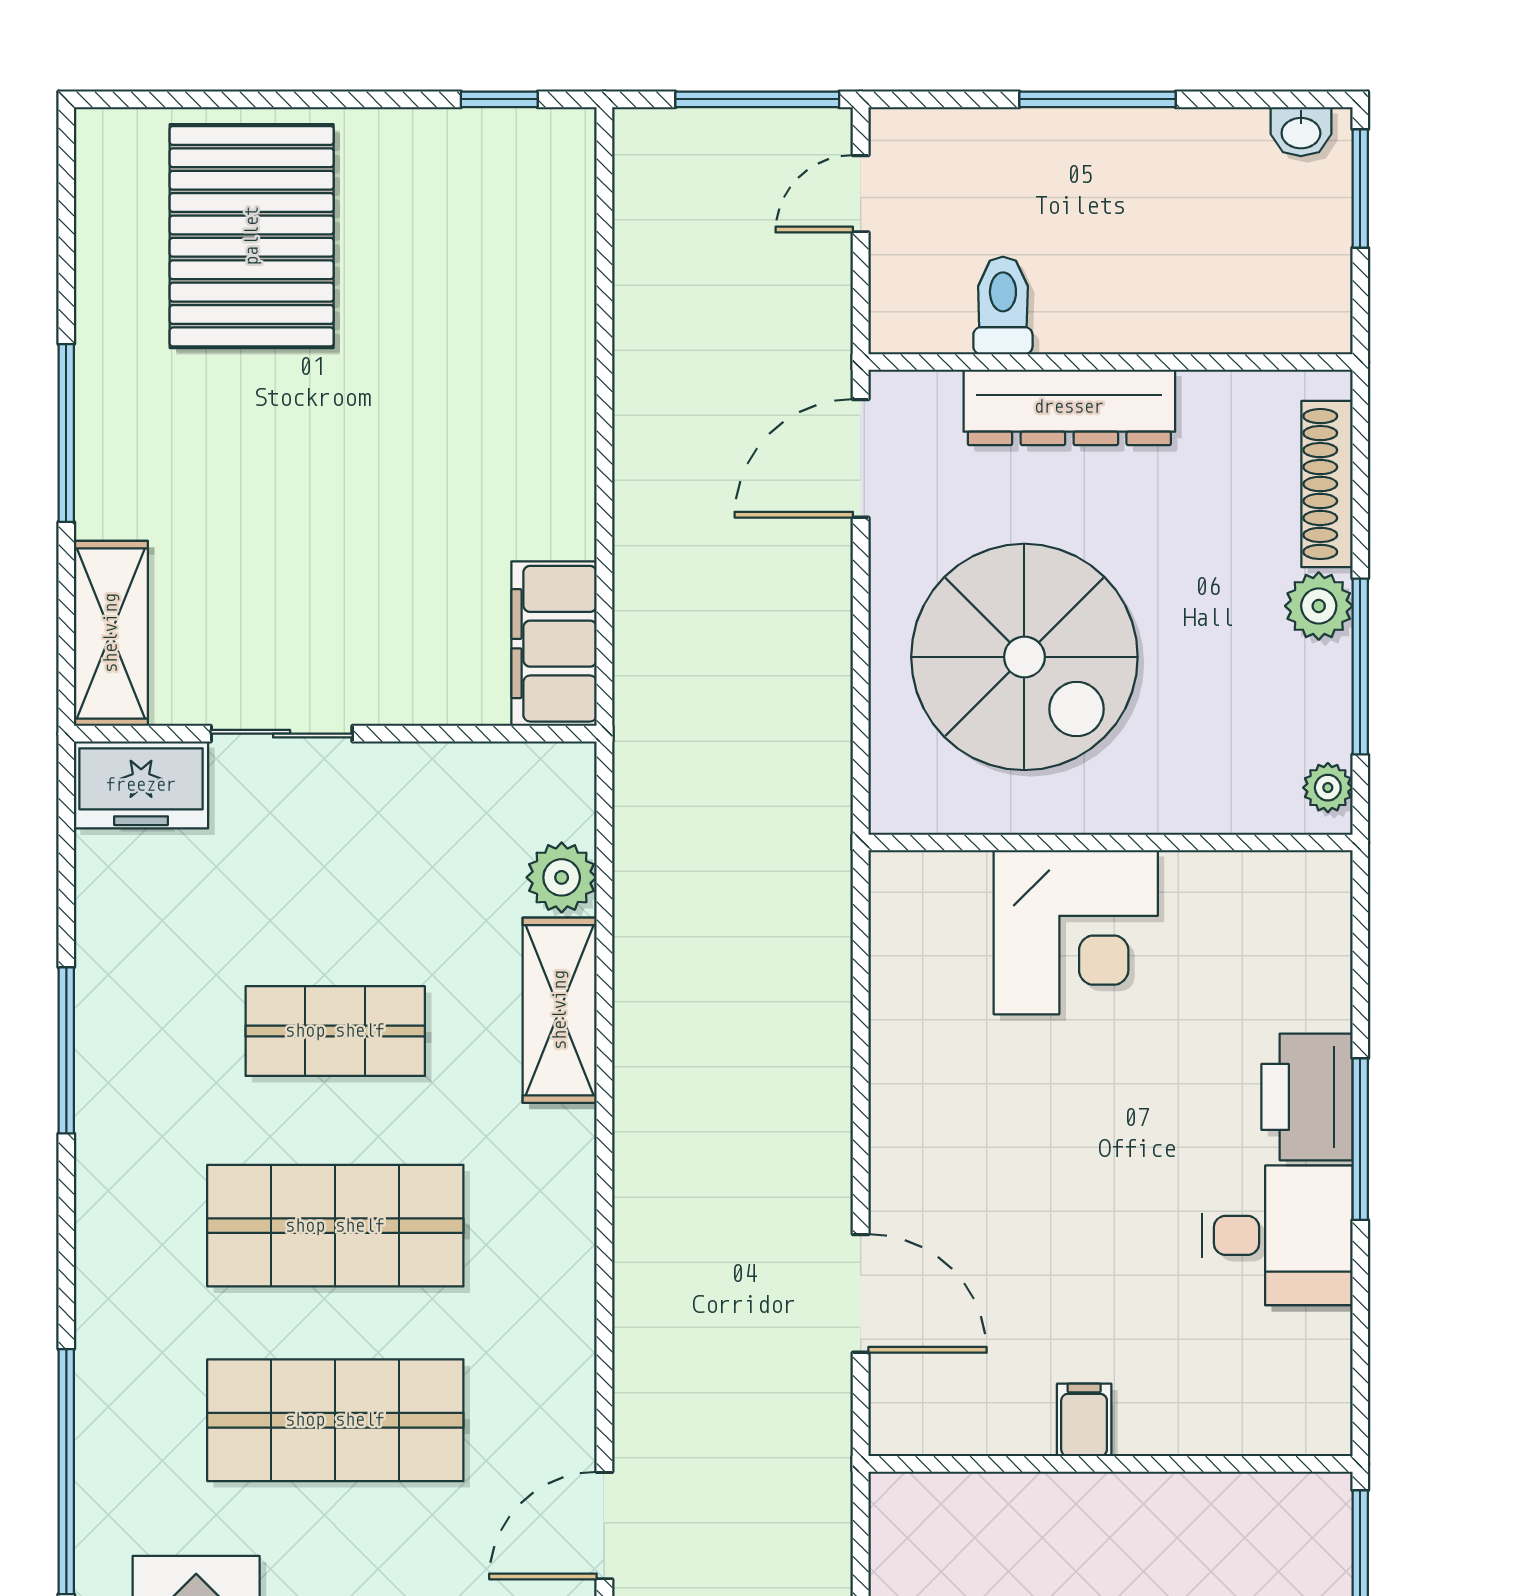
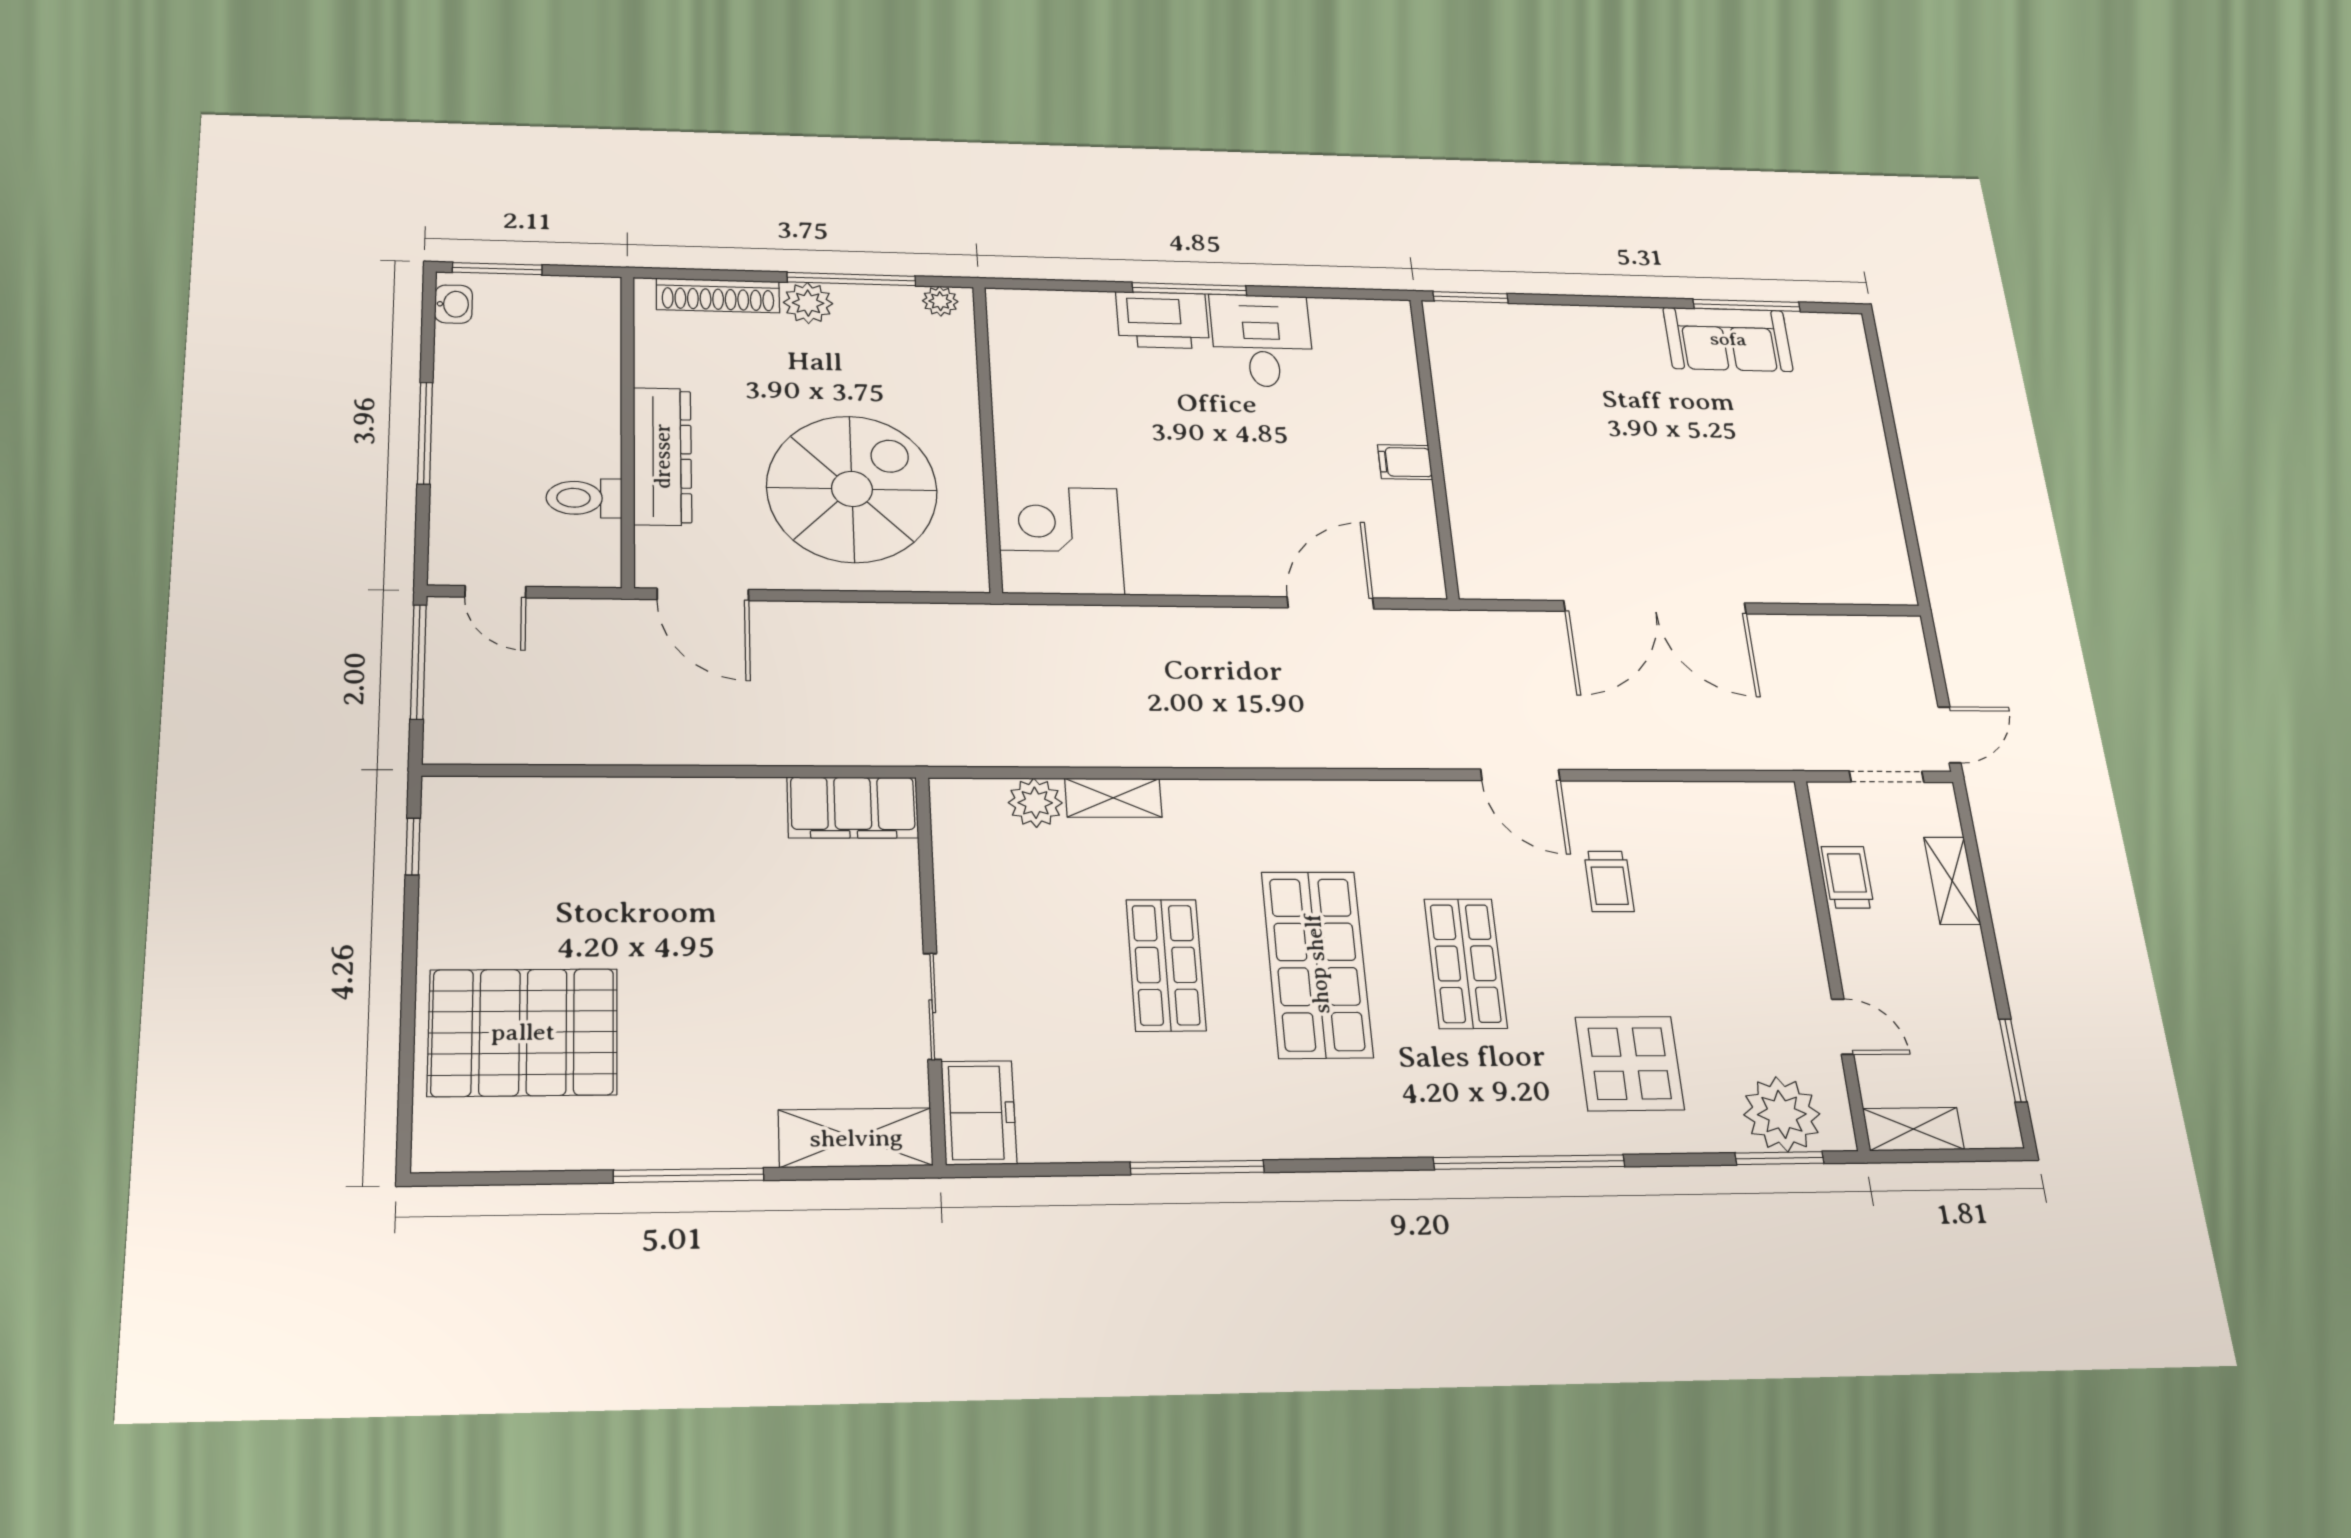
corner desk: (1076, 932) -> (1060, 541), moved, turned -90
shelving: (560, 1010) -> (1113, 798), width x0.67, depth x0.75
shop shelf: (335, 1420) -> (1466, 963), width x0.70, depth x0.74

